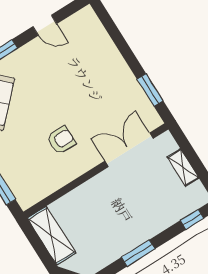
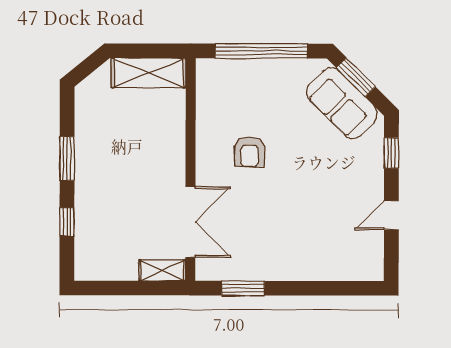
shelving: (183, 167) -> (162, 270), moved
window: (192, 219) -> (67, 222), moved

